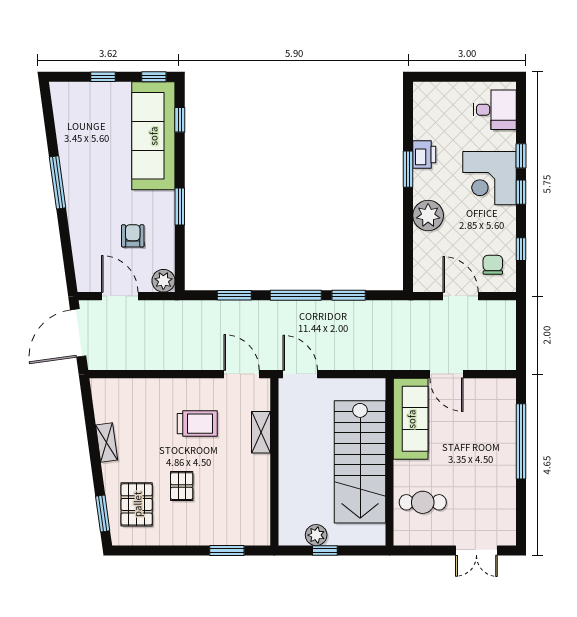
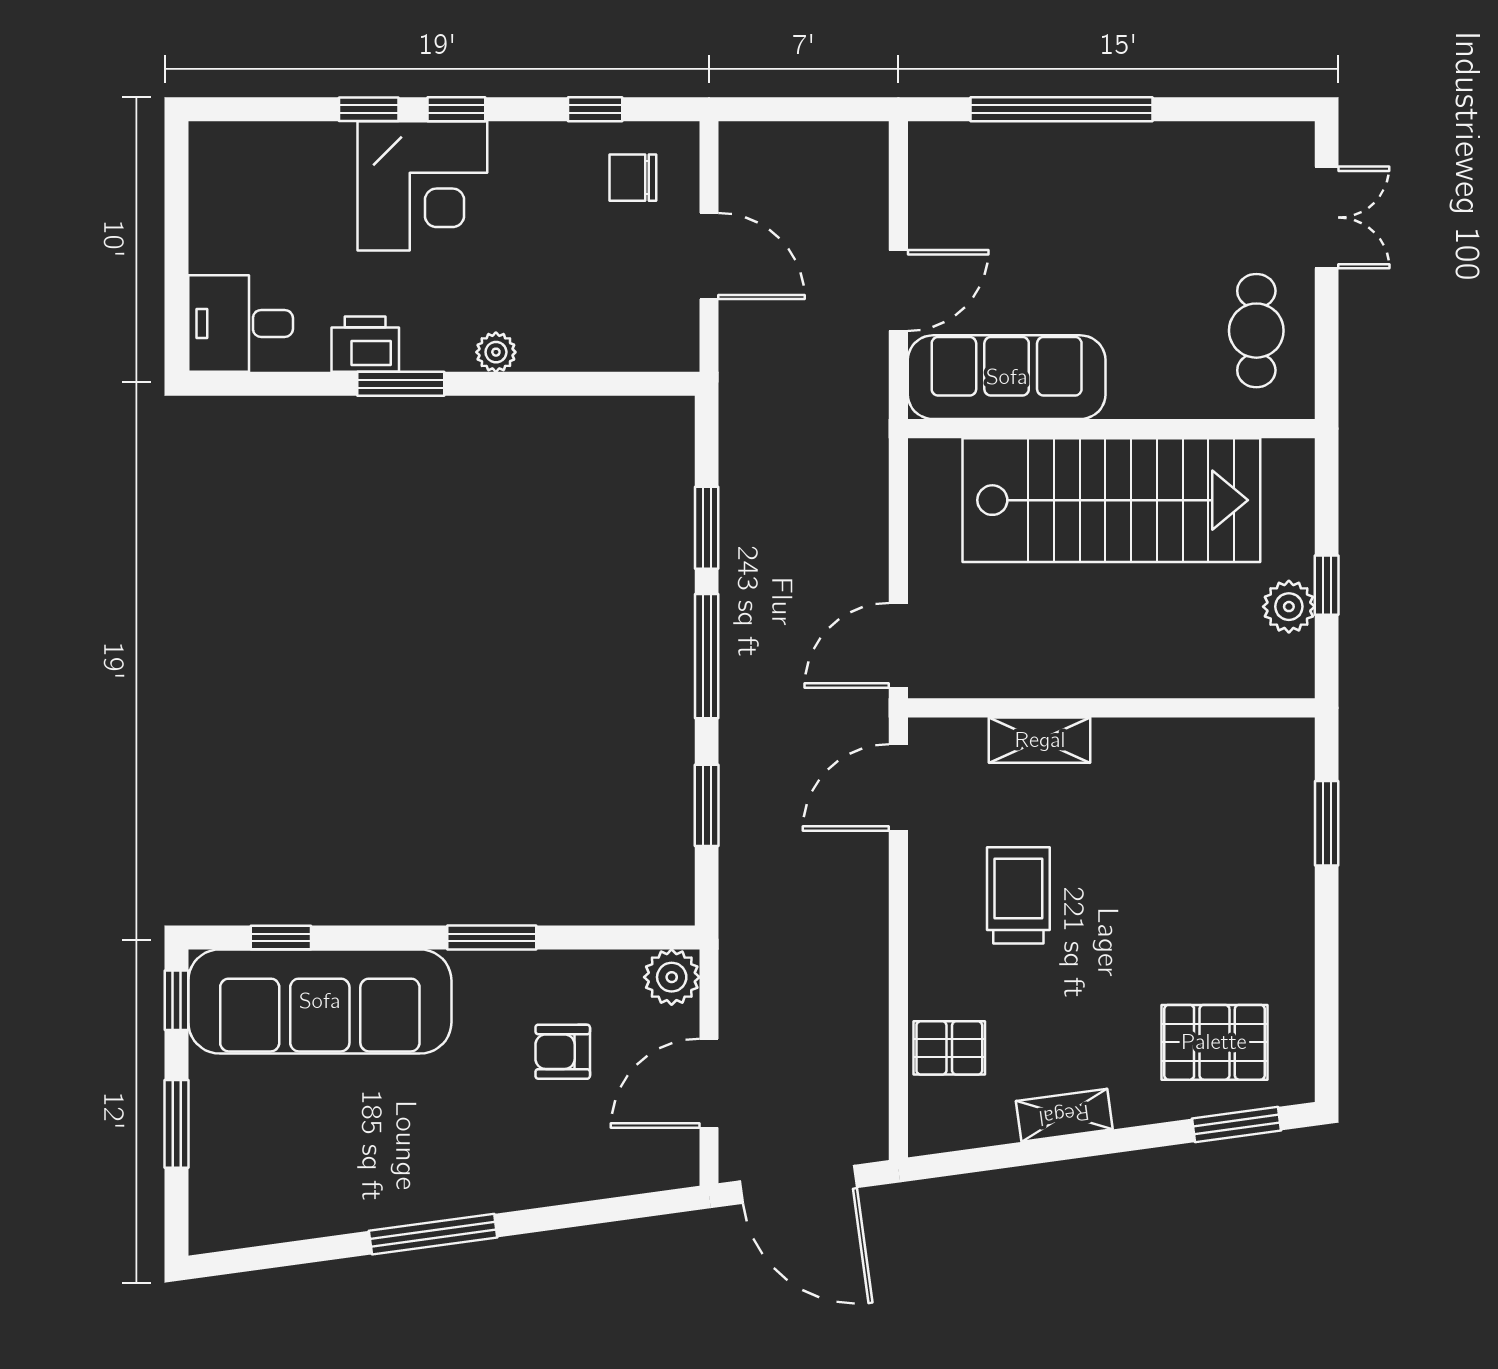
window: (103, 77) -> (177, 1124), width x1.50
desk: (495, 110) -> (241, 323), moved, turned -90
plant: (428, 215) -> (496, 352), width x0.53, depth x0.53
door: (461, 296) -> (709, 256), swing flipped
pallet: (182, 486) -> (949, 1048), moved
cafe table: (423, 502) -> (1256, 331), moved

